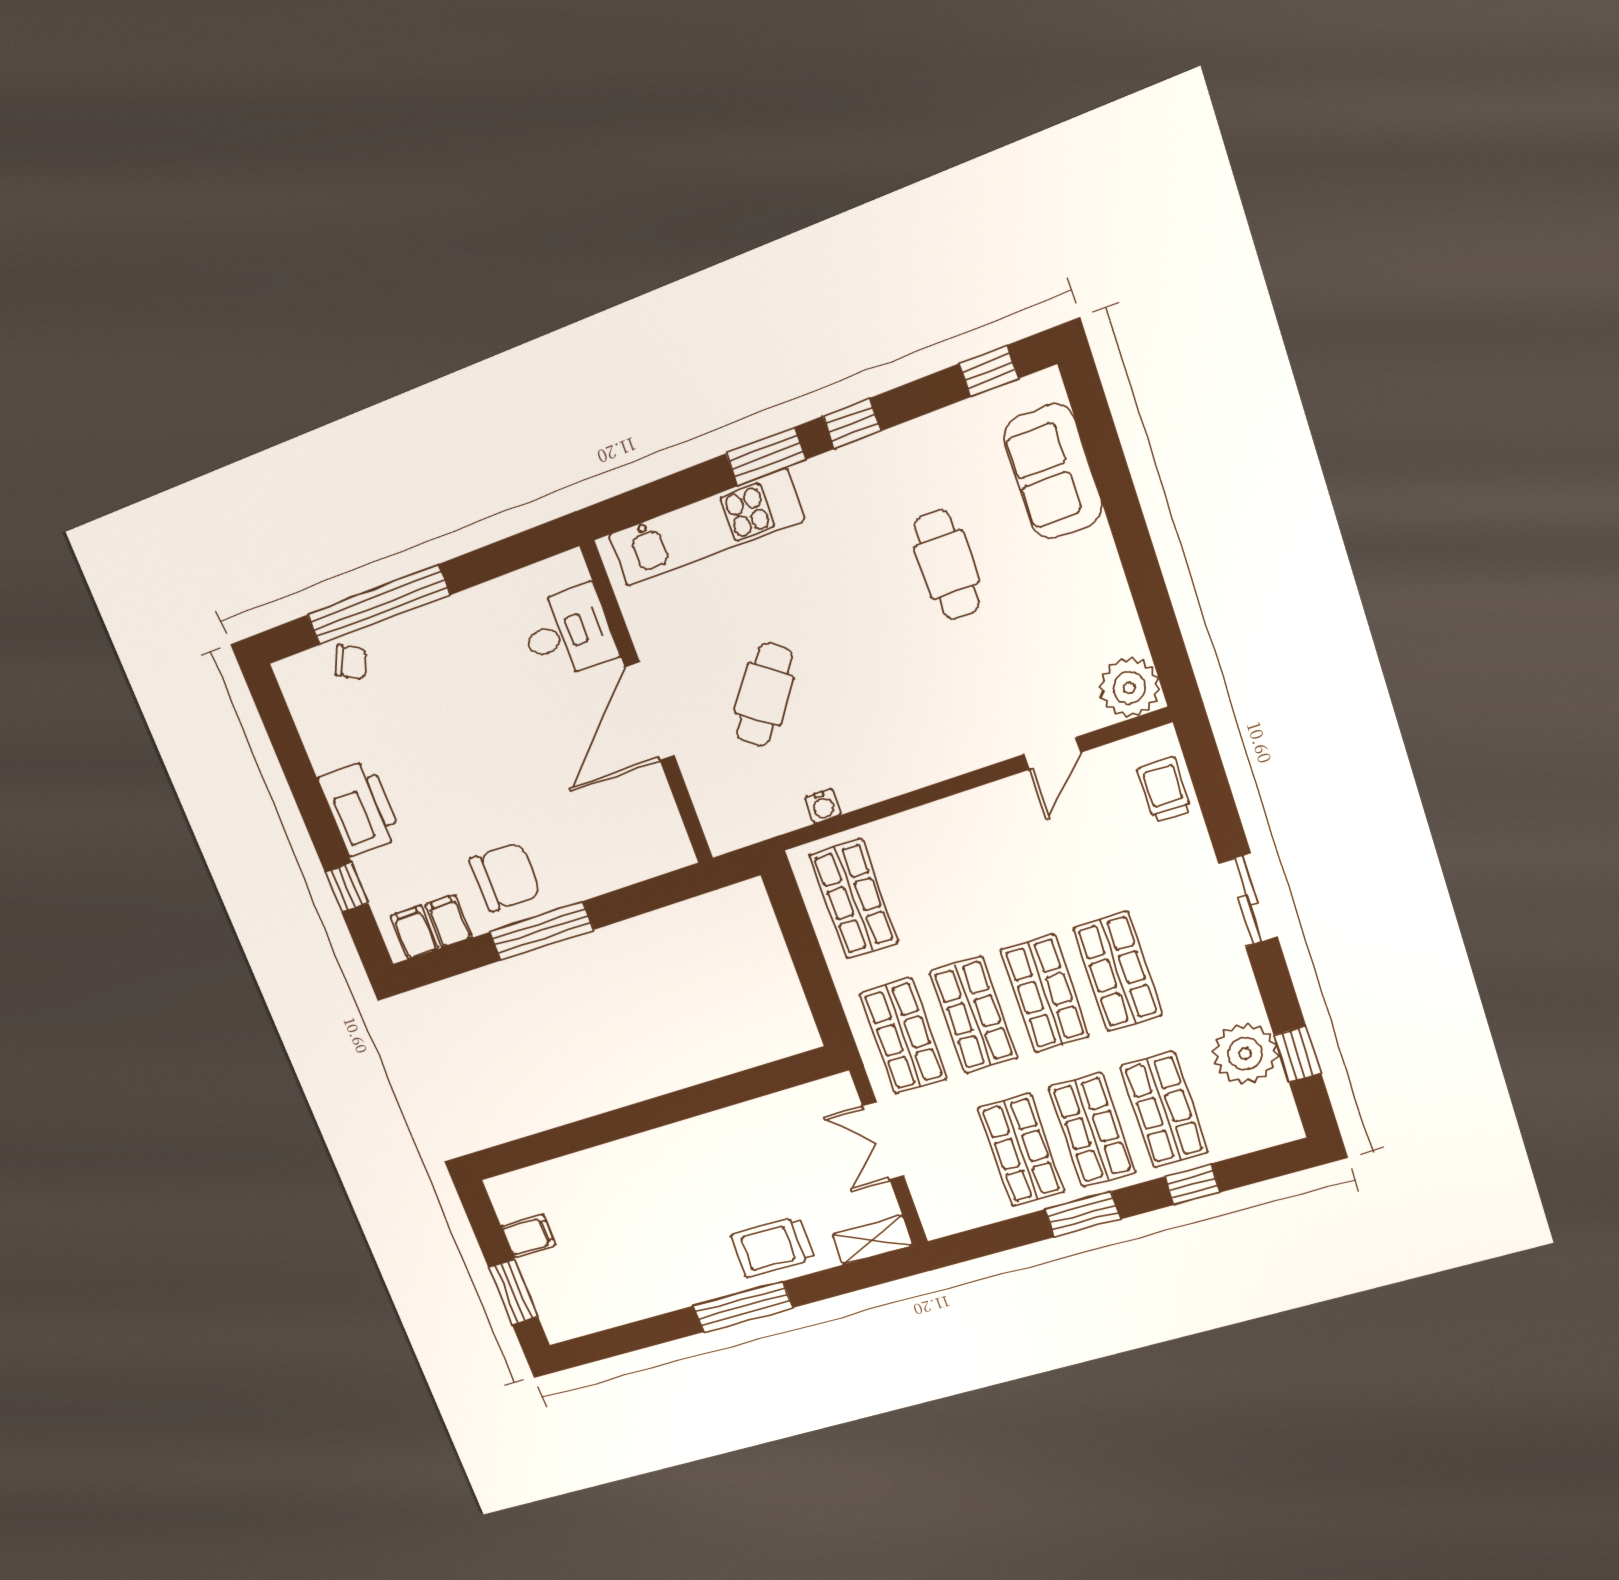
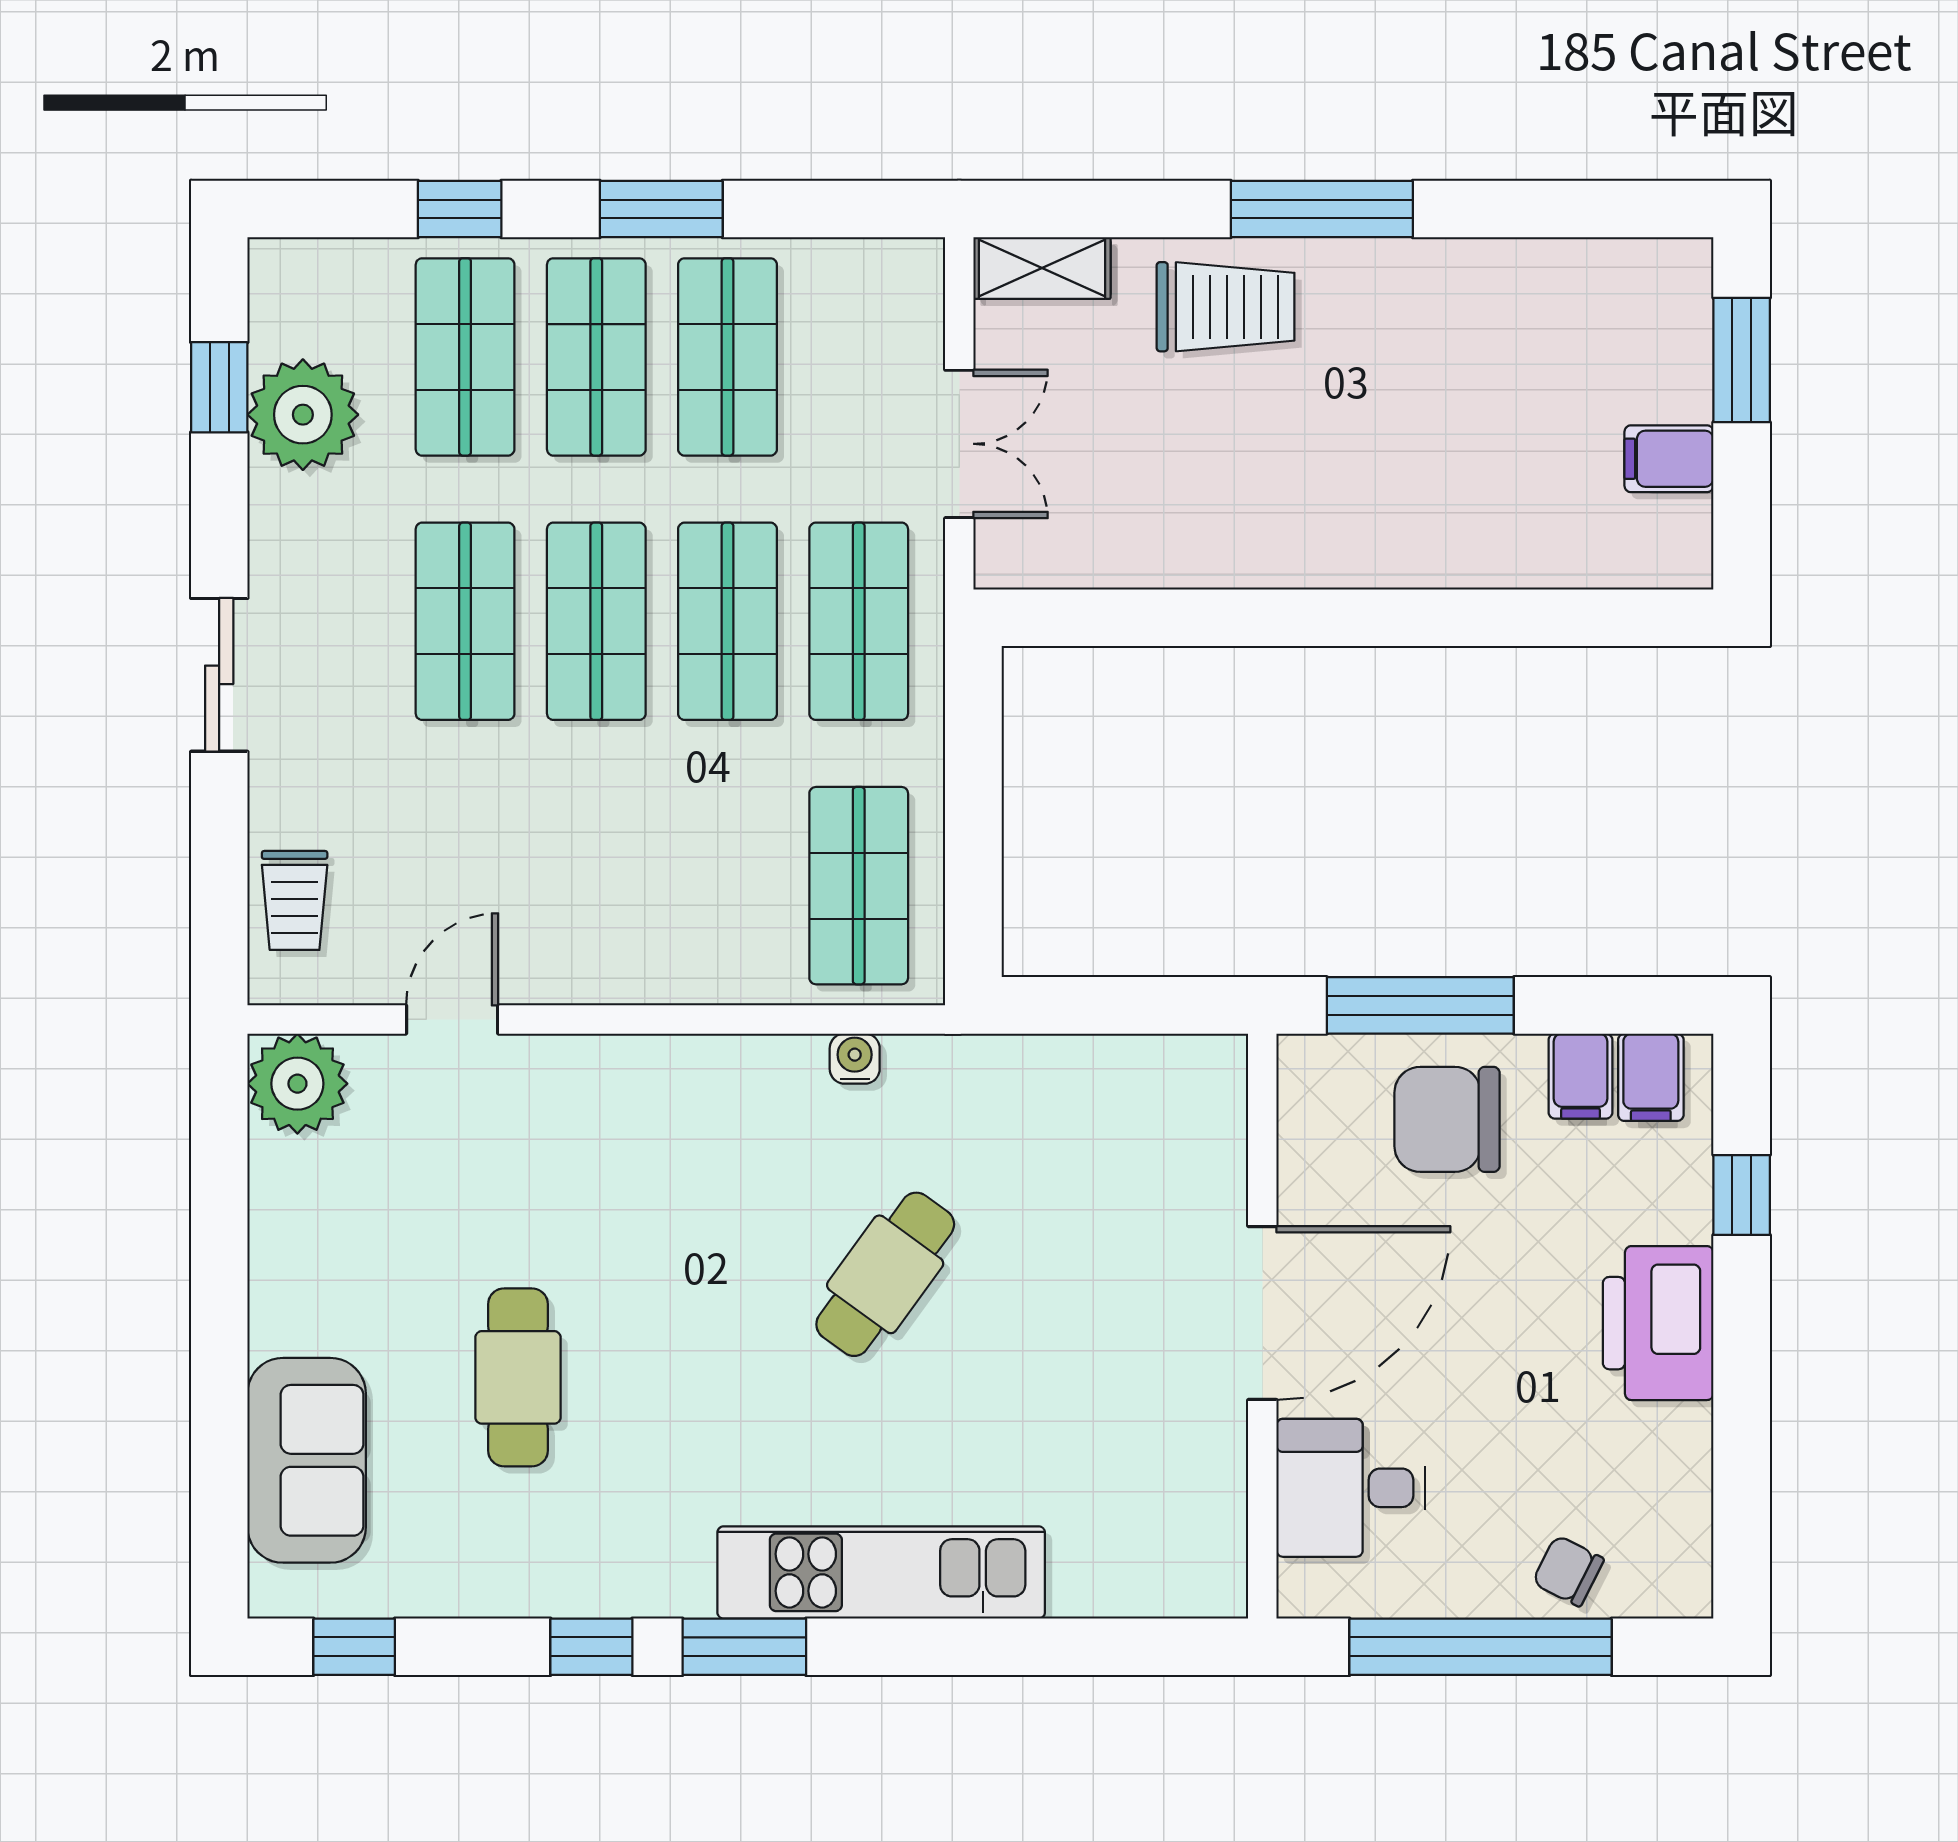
desk: (568, 633) -> (1351, 1488), moved
wall: (647, 704) -> (1262, 1326), moved
door: (650, 711) -> (1262, 1313), moved

